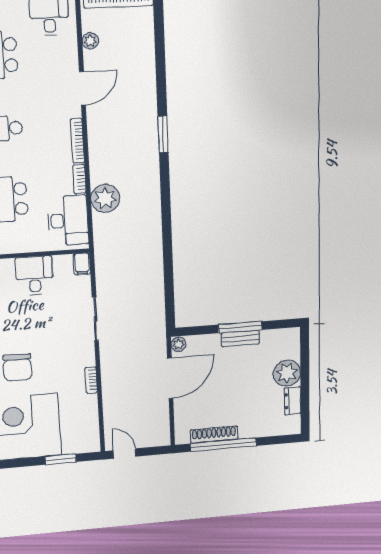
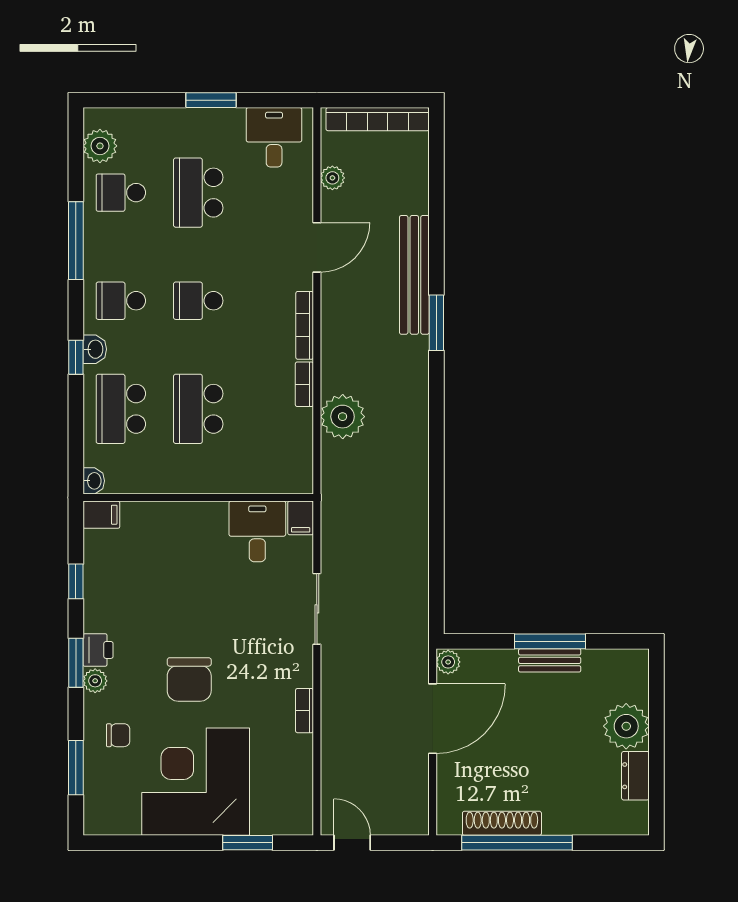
bench: (148, 104) -> (414, 275), added
desk: (68, 221) -> (283, 448), removed
desk: (34, 276) -> (257, 531), moved

